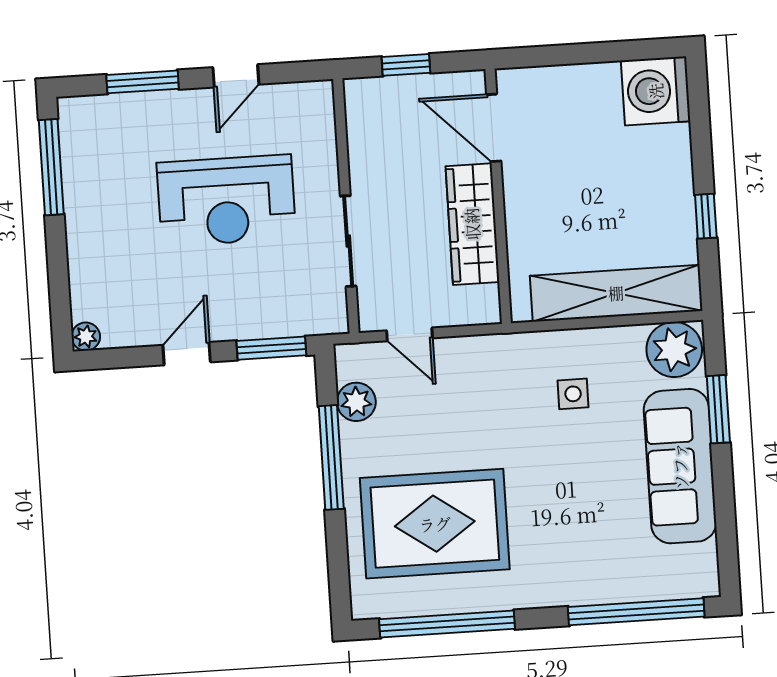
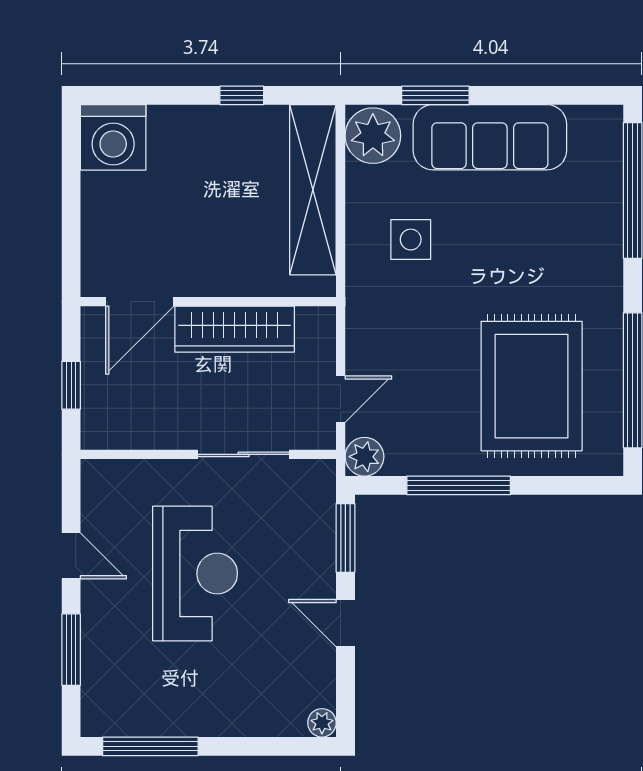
side table: (573, 394) -> (411, 240), width x1.37, depth x1.37
plant: (356, 402) -> (364, 457), moved

